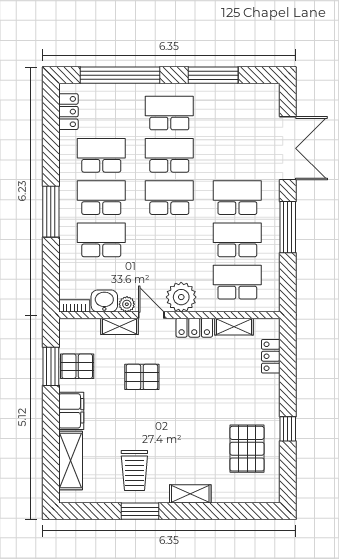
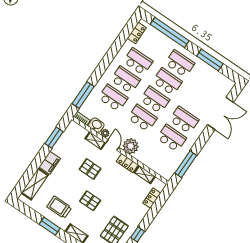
window: (51, 212) -> (83, 95), moved
window: (288, 227) -> (186, 164), moved
school desk: (237, 282) -> (142, 118), moved
pallet: (77, 366) -> (90, 201), moved
trolley: (134, 471) -> (59, 207), turned 90

